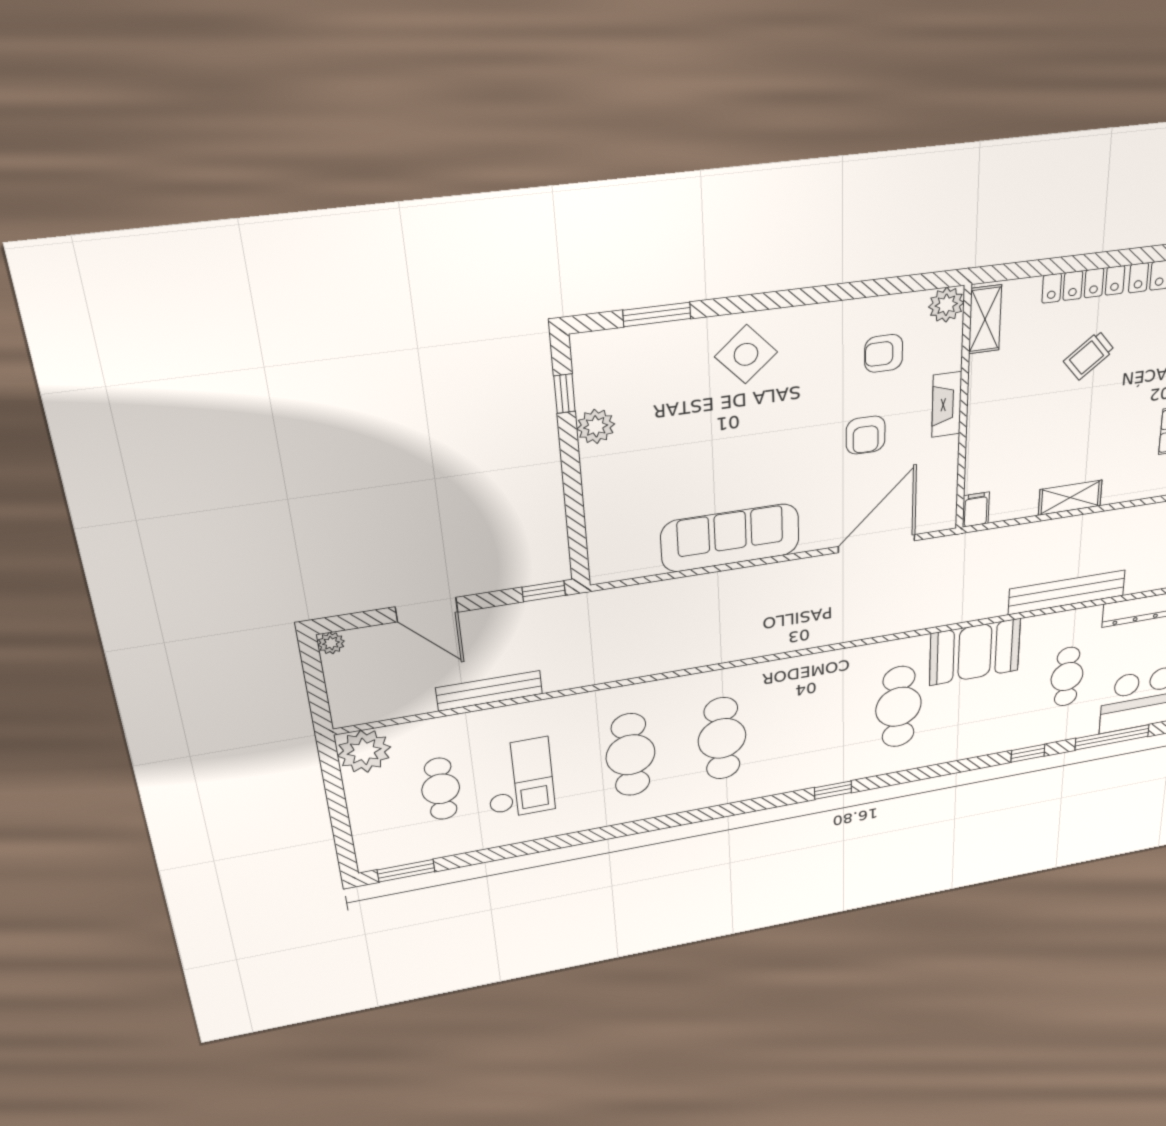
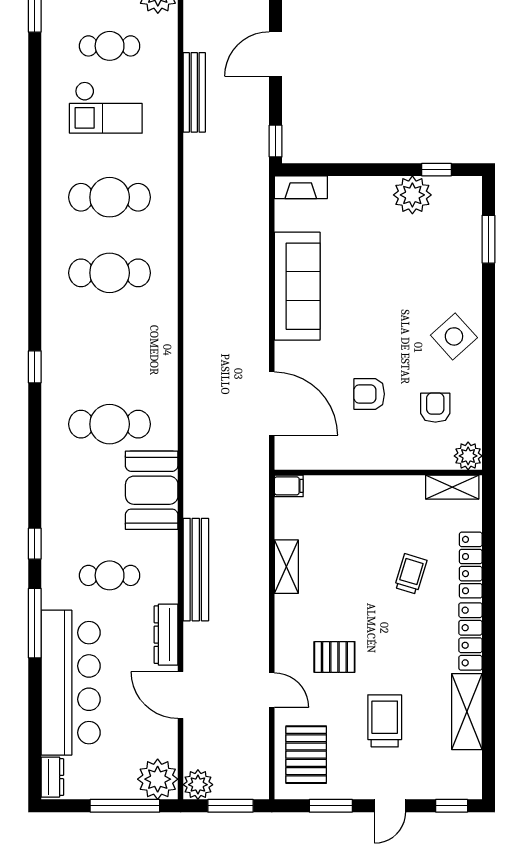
side table: (746, 354) -> (454, 336), moved
trolley: (1089, 356) -> (411, 574), turned 55
fireplace: (947, 404) -> (301, 187), moved, turned 180
plant: (596, 426) -> (412, 195), width x1.36, depth x1.36

